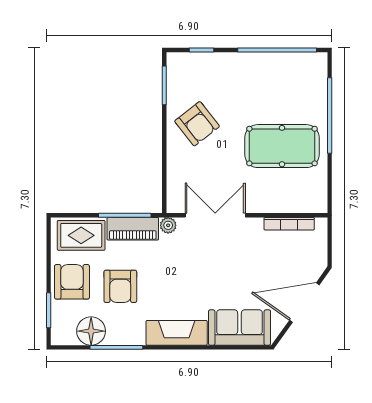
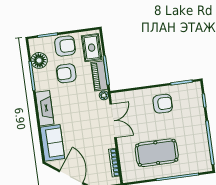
armchair: (197, 124) -> (163, 104), turned -142
pool table: (282, 146) -> (157, 153), turned 90

